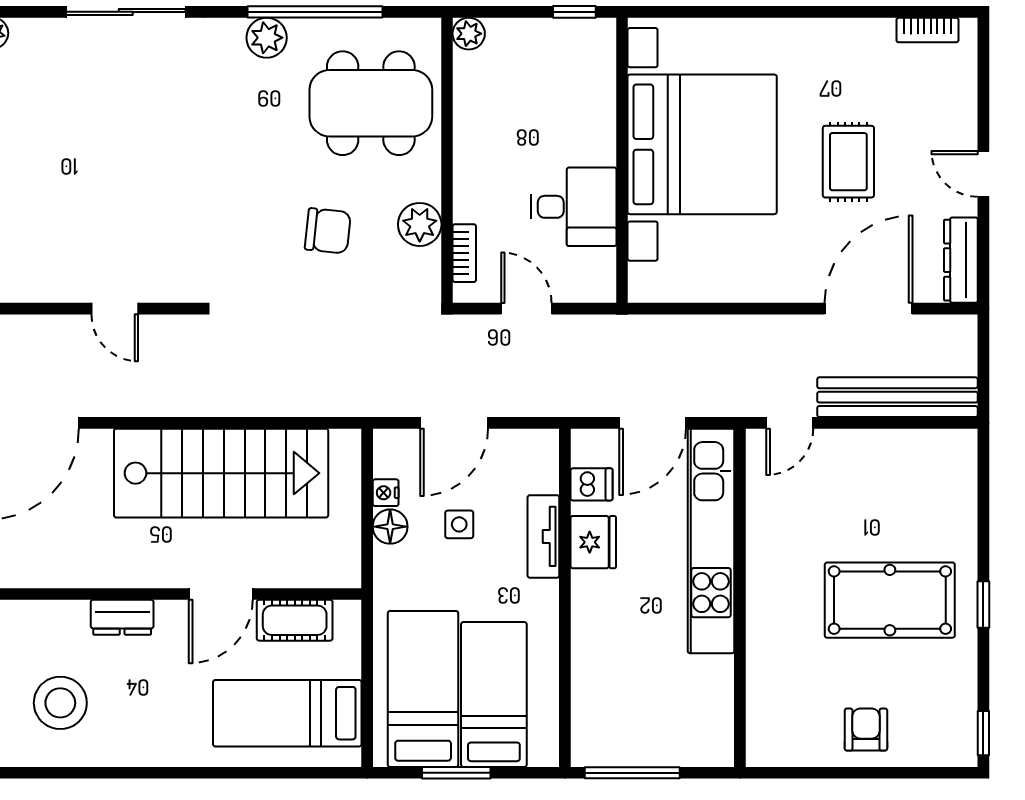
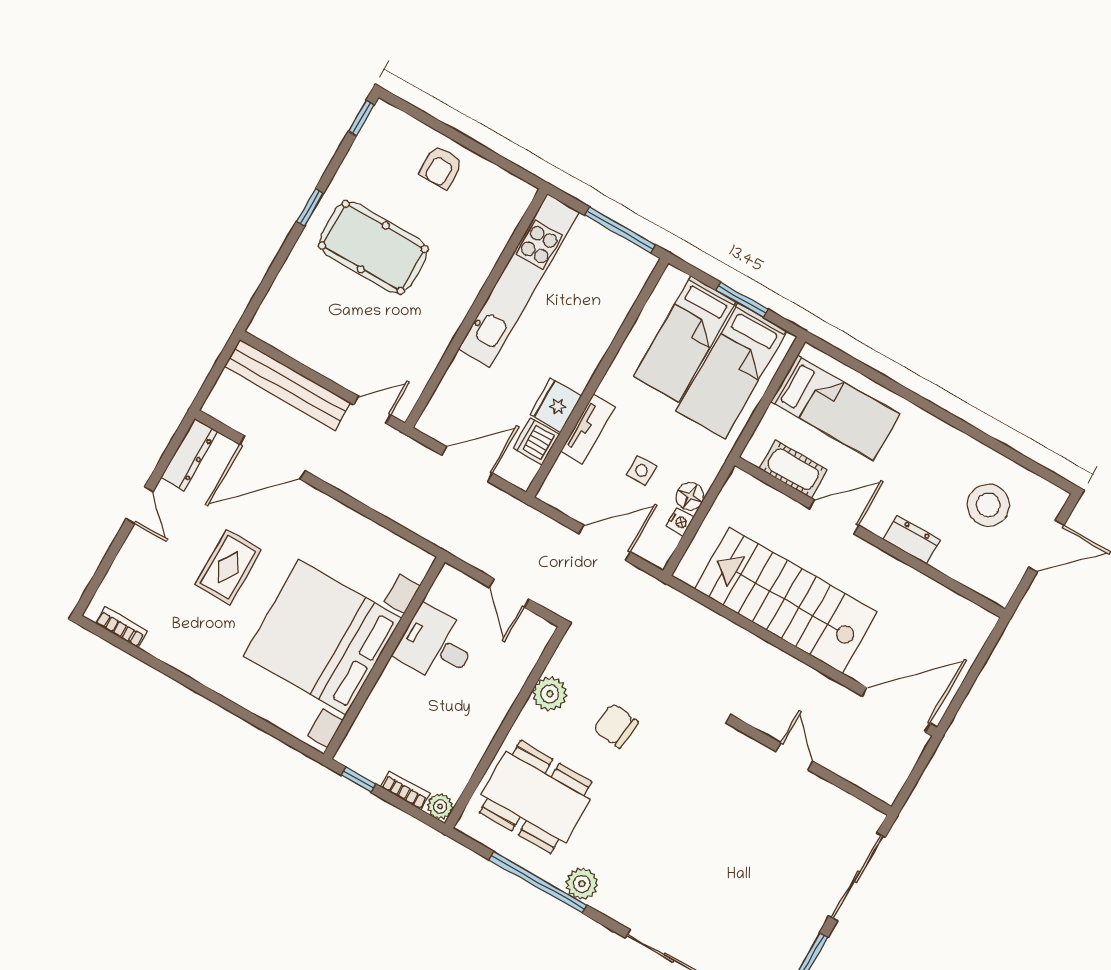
bookcase: (464, 253) -> (405, 790), moved, turned 90
dishwasher: (592, 484) -> (536, 441), width x1.38
kitchen unit: (711, 541) -> (519, 280), moved

